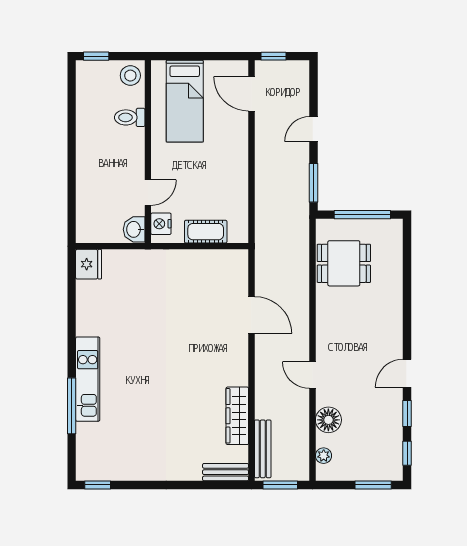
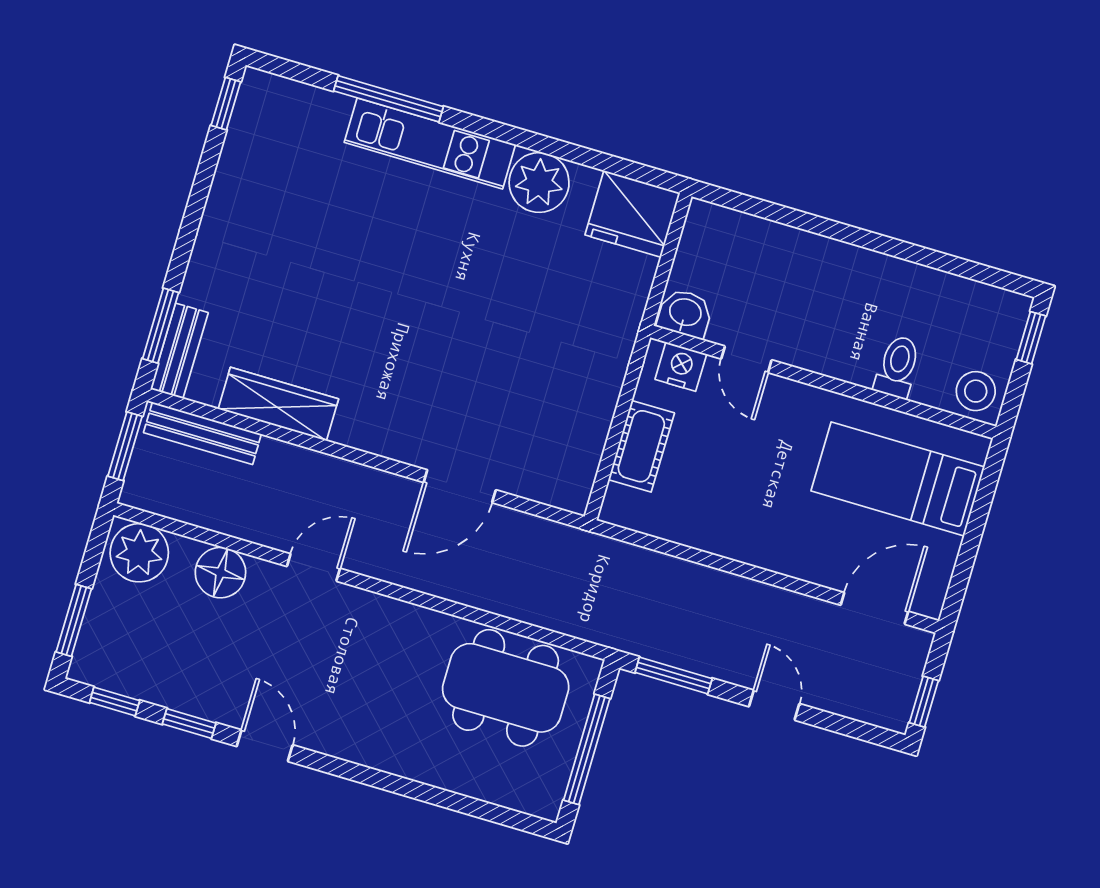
window: (273, 56) -> (924, 702), moved
dining table: (344, 263) -> (506, 688), width x1.38
fridge: (89, 264) -> (632, 214), width x1.36, depth x1.34
plant: (91, 320) -> (539, 183), added
plant: (324, 456) -> (139, 553), width x1.88, depth x1.88
window: (216, 485) -> (161, 326), added

